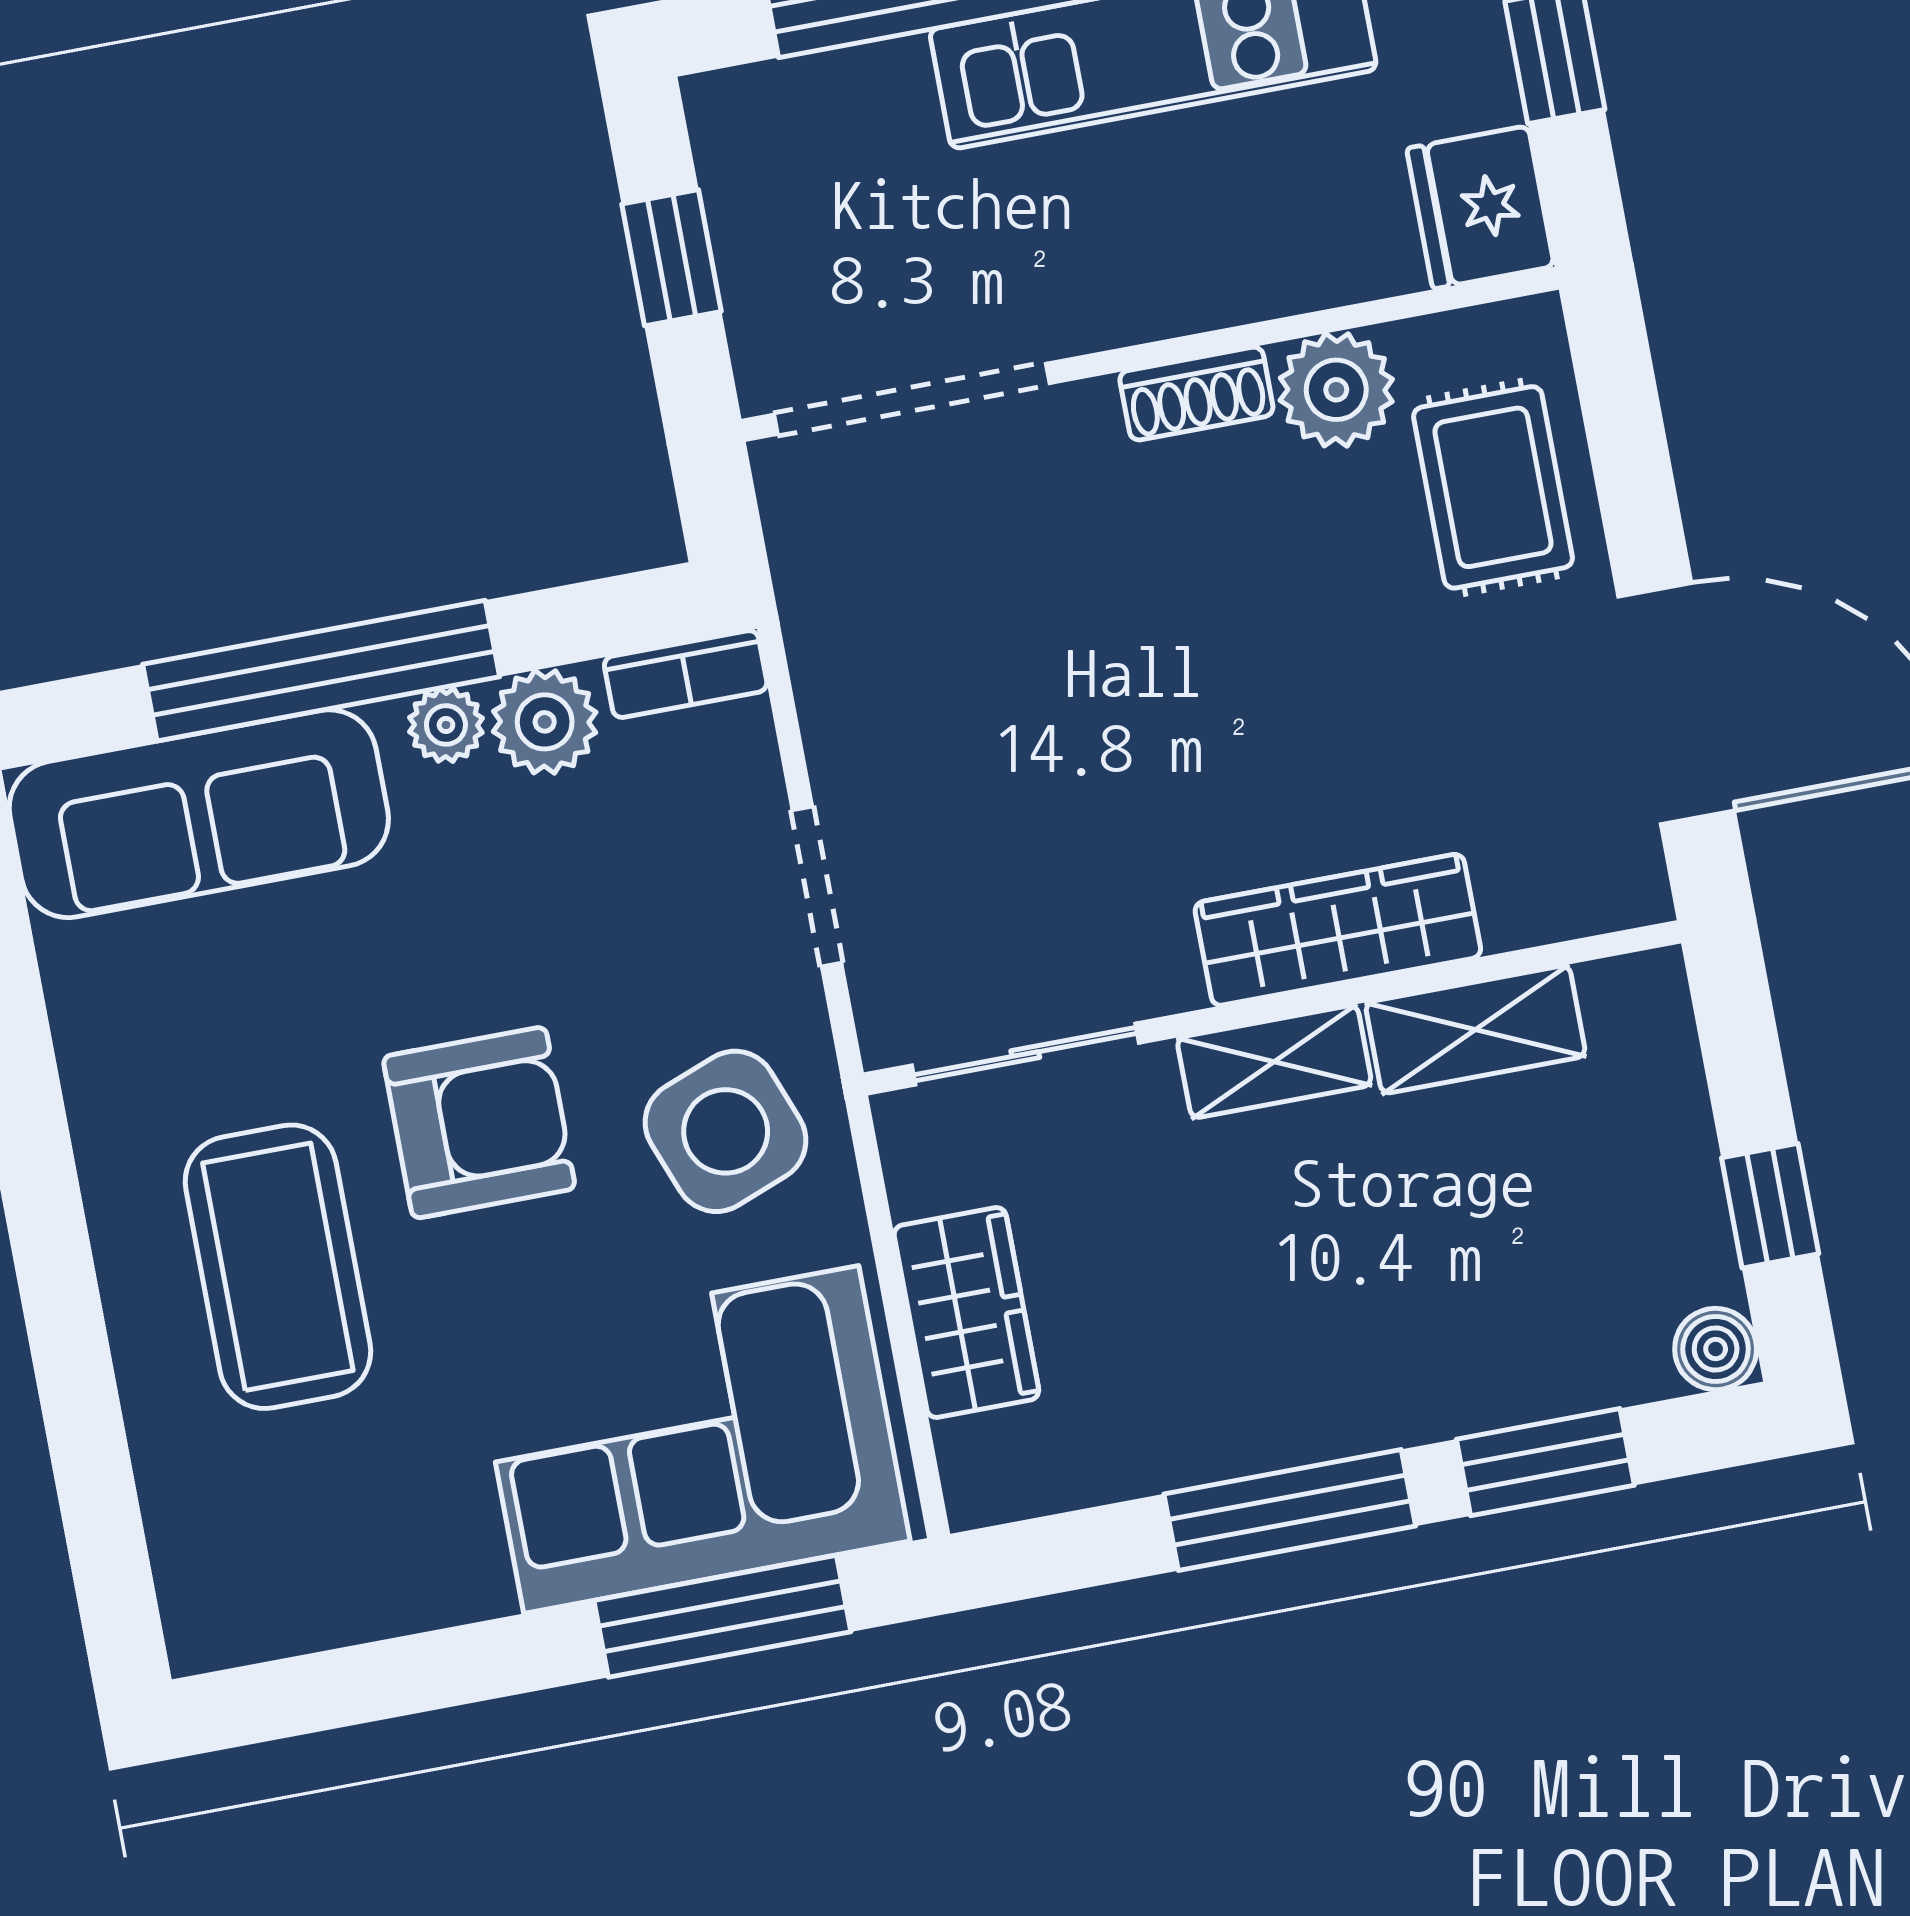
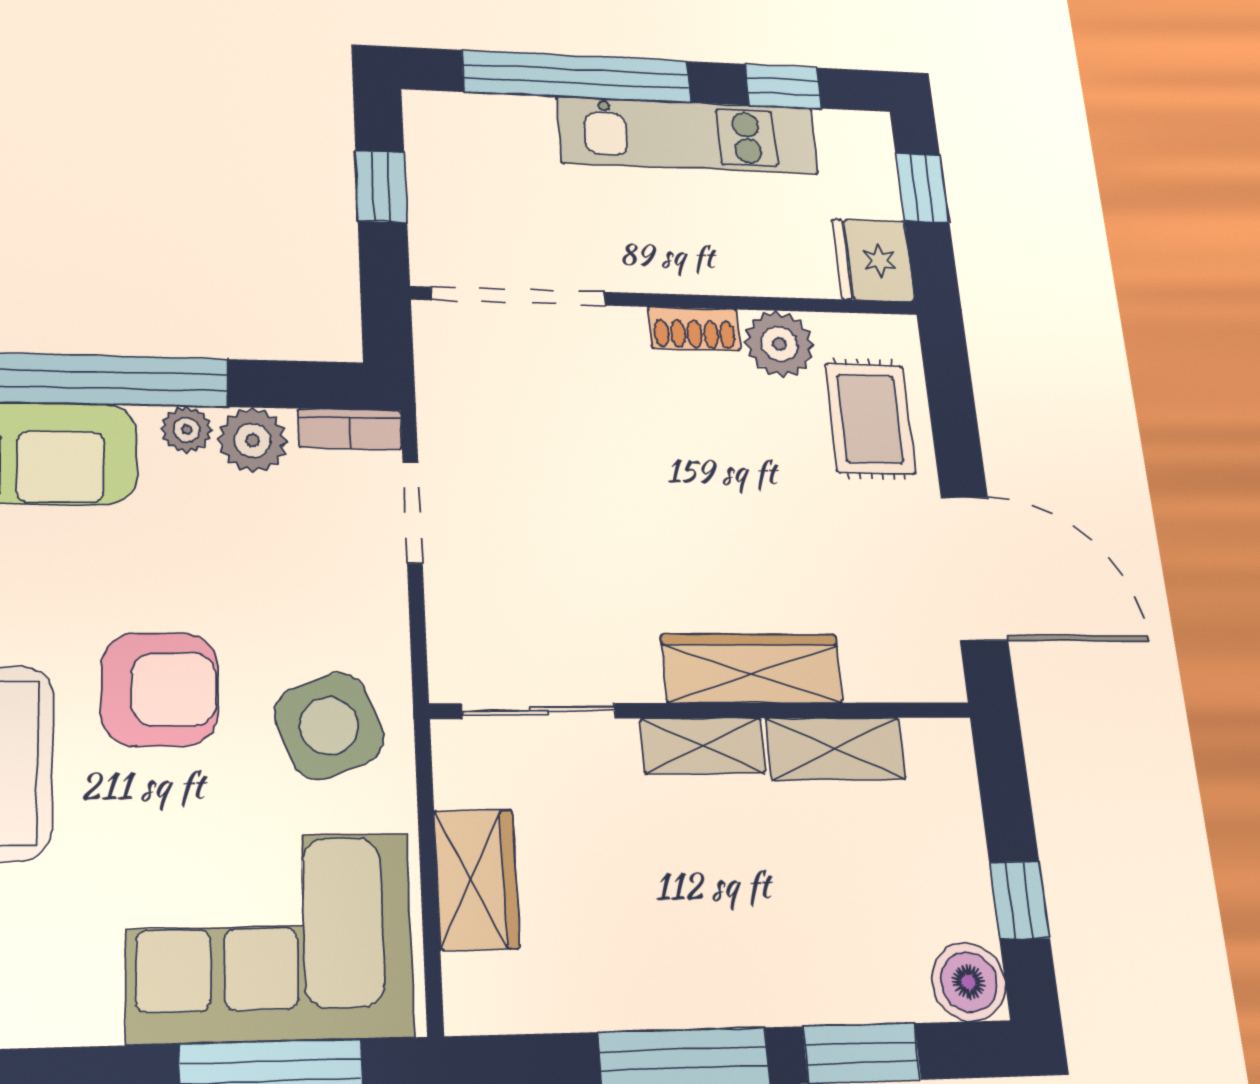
doorway: (817, 886) -> (413, 512), moved
boiler: (1716, 1349) -> (969, 982), width x1.36, depth x1.36

